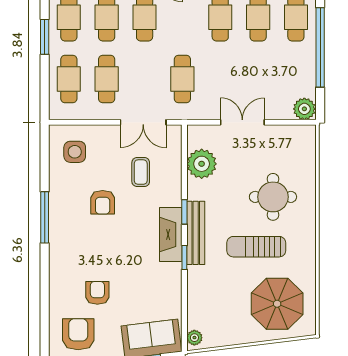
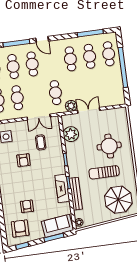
plant: (304, 109) -> (71, 106), moved
bench: (196, 233) -> (76, 194), moved
fireplace: (171, 235) -> (62, 188), moved

